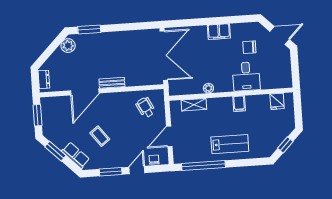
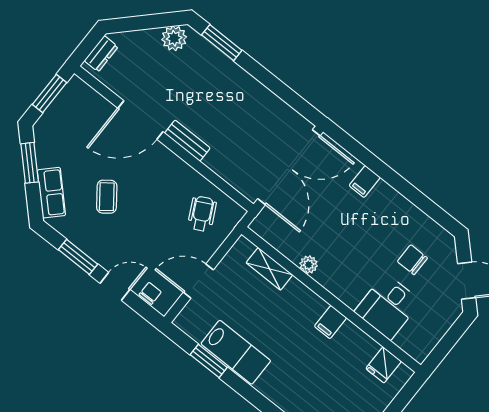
filing cabinet: (219, 32) -> (365, 181), moved, width x0.50
desk: (246, 76) -> (388, 307), moved
lab bench: (230, 144) -> (236, 352), moved
window: (204, 165) -> (209, 361), width x0.47

